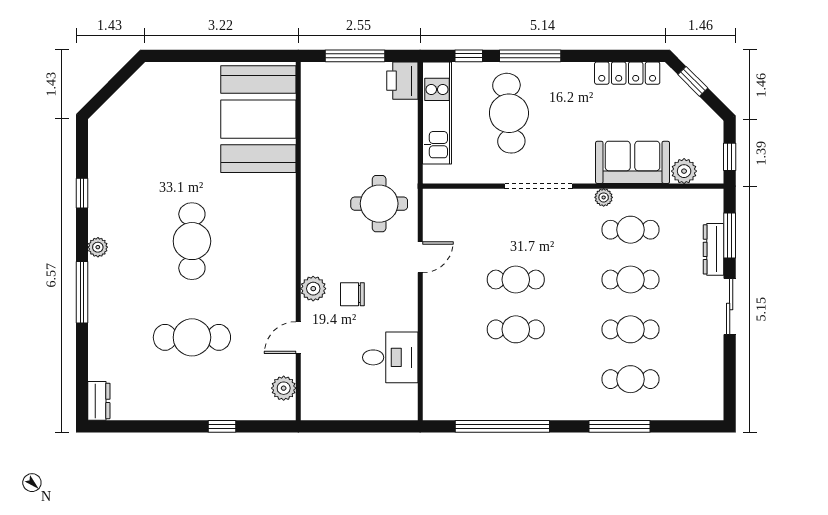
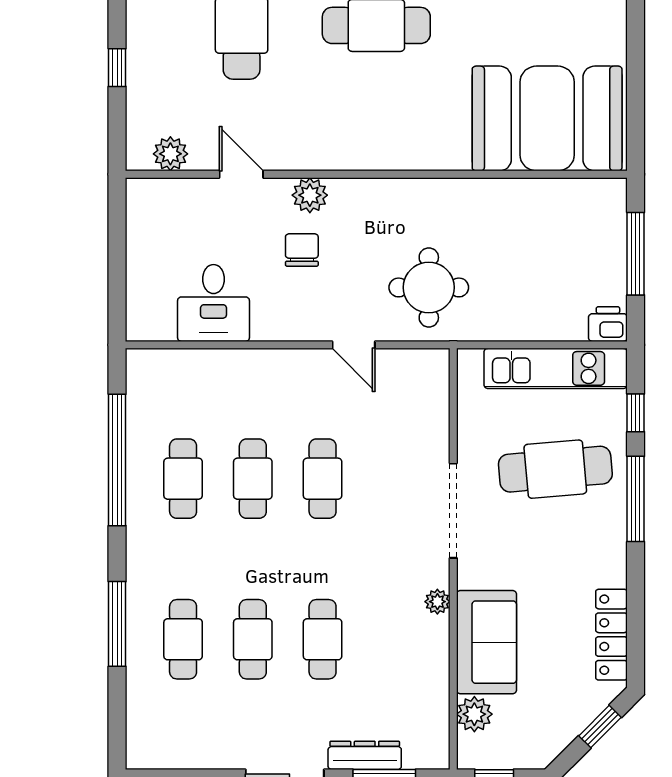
printer: (402, 81) -> (608, 324), width x0.73, depth x0.81
cafe table: (630, 230) -> (183, 479), moved

